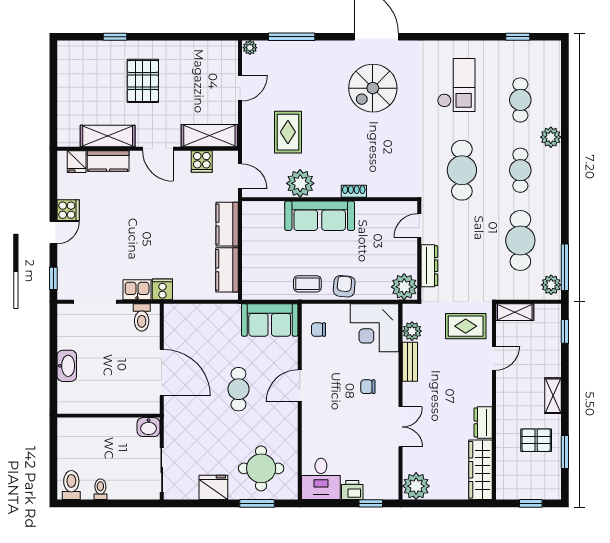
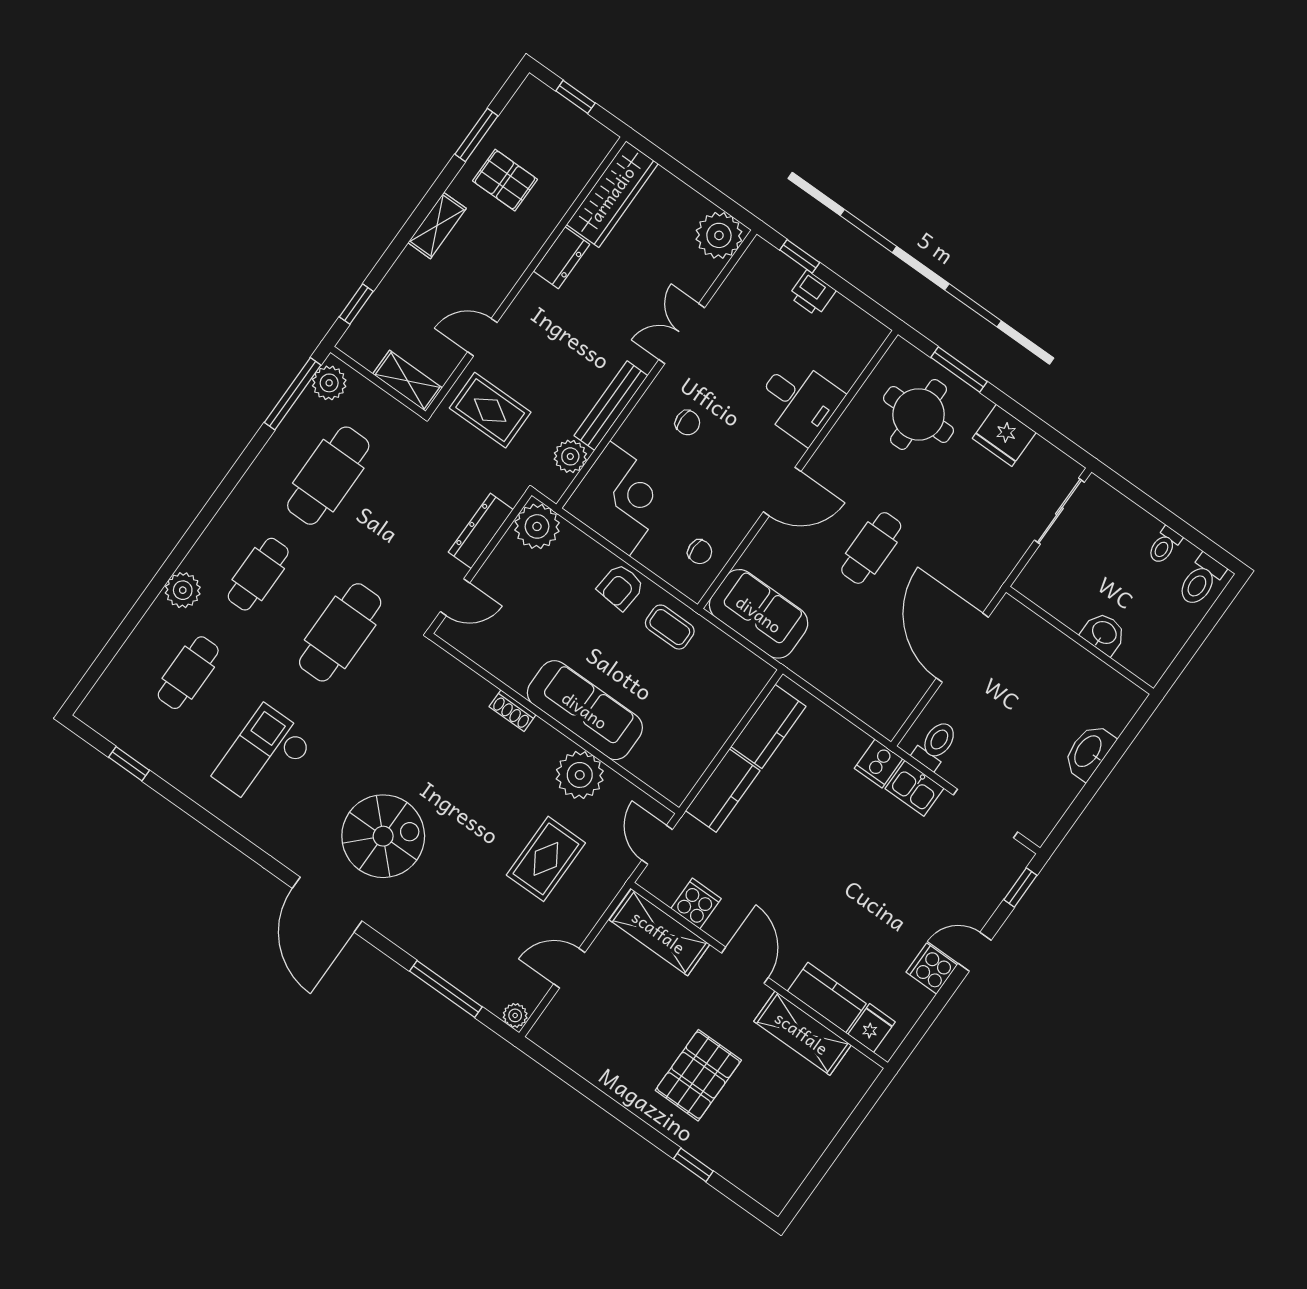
bench: (410, 362) -> (611, 406), width x1.36
washbasin: (149, 427) -> (1104, 633), moved
desk: (321, 479) -> (799, 401), moved, turned 90

